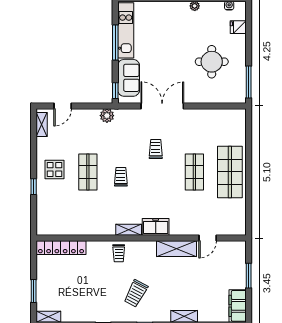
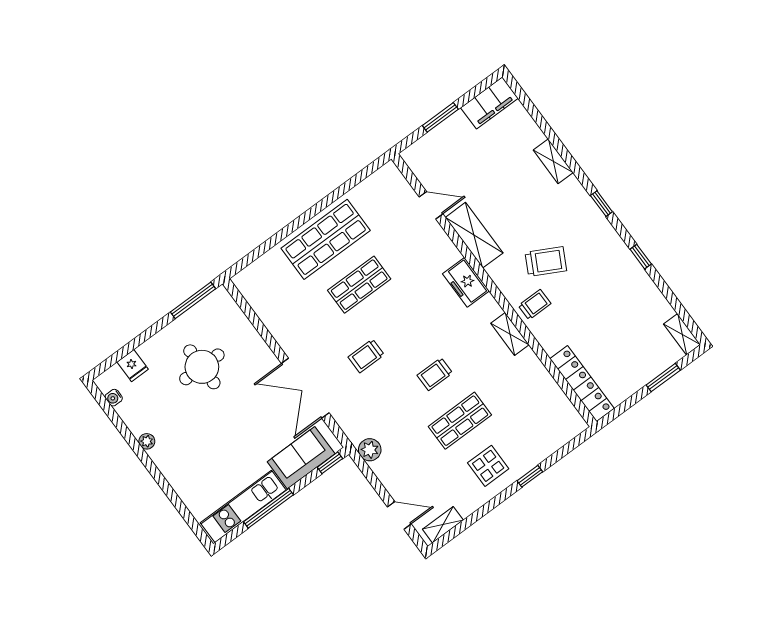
shelving: (129, 230) -> (510, 334), moved
trolley: (136, 293) -> (546, 262), moved

